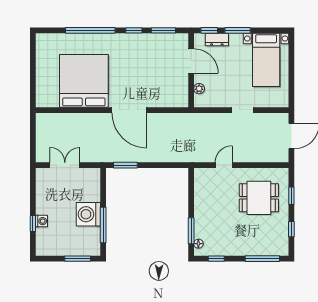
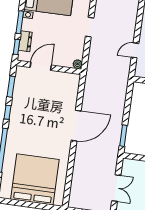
bed: (84, 81) -> (35, 179), moved, turned 90
plant: (199, 89) -> (77, 64), moved
double door: (65, 165) -> (116, 188), swing flipped
door: (224, 165) -> (135, 50), hinge flipped

